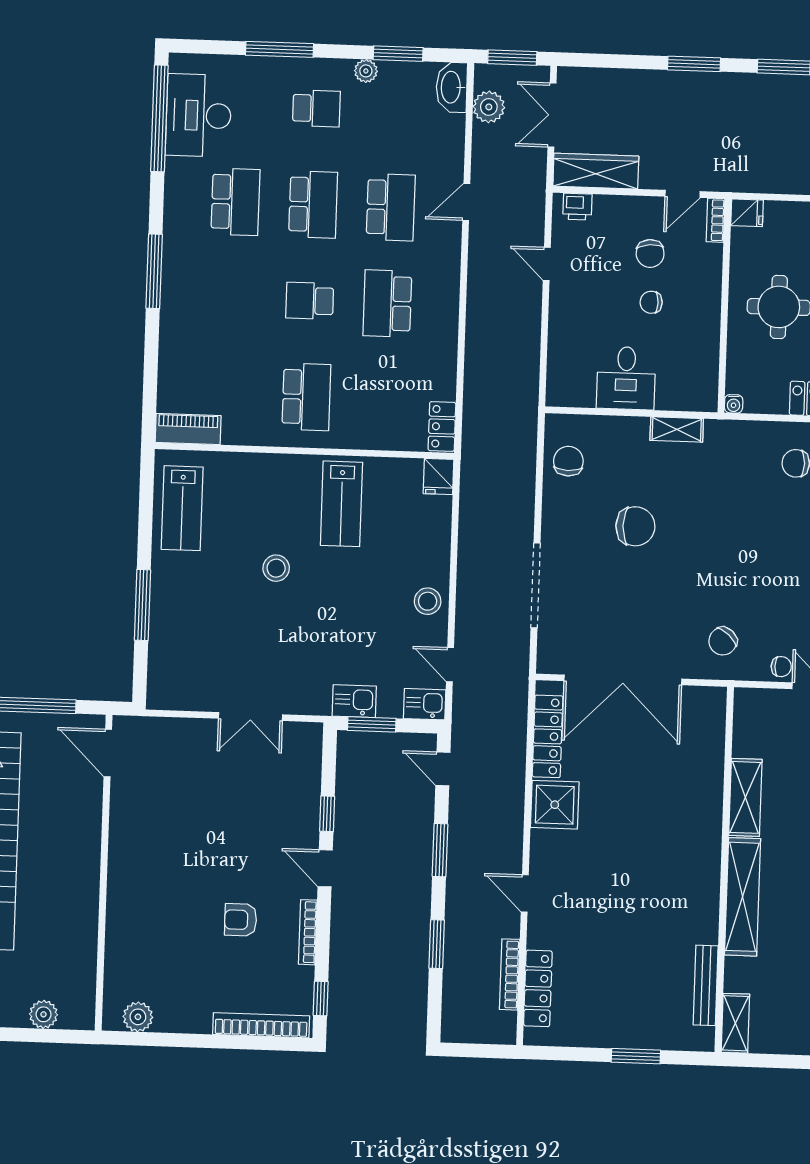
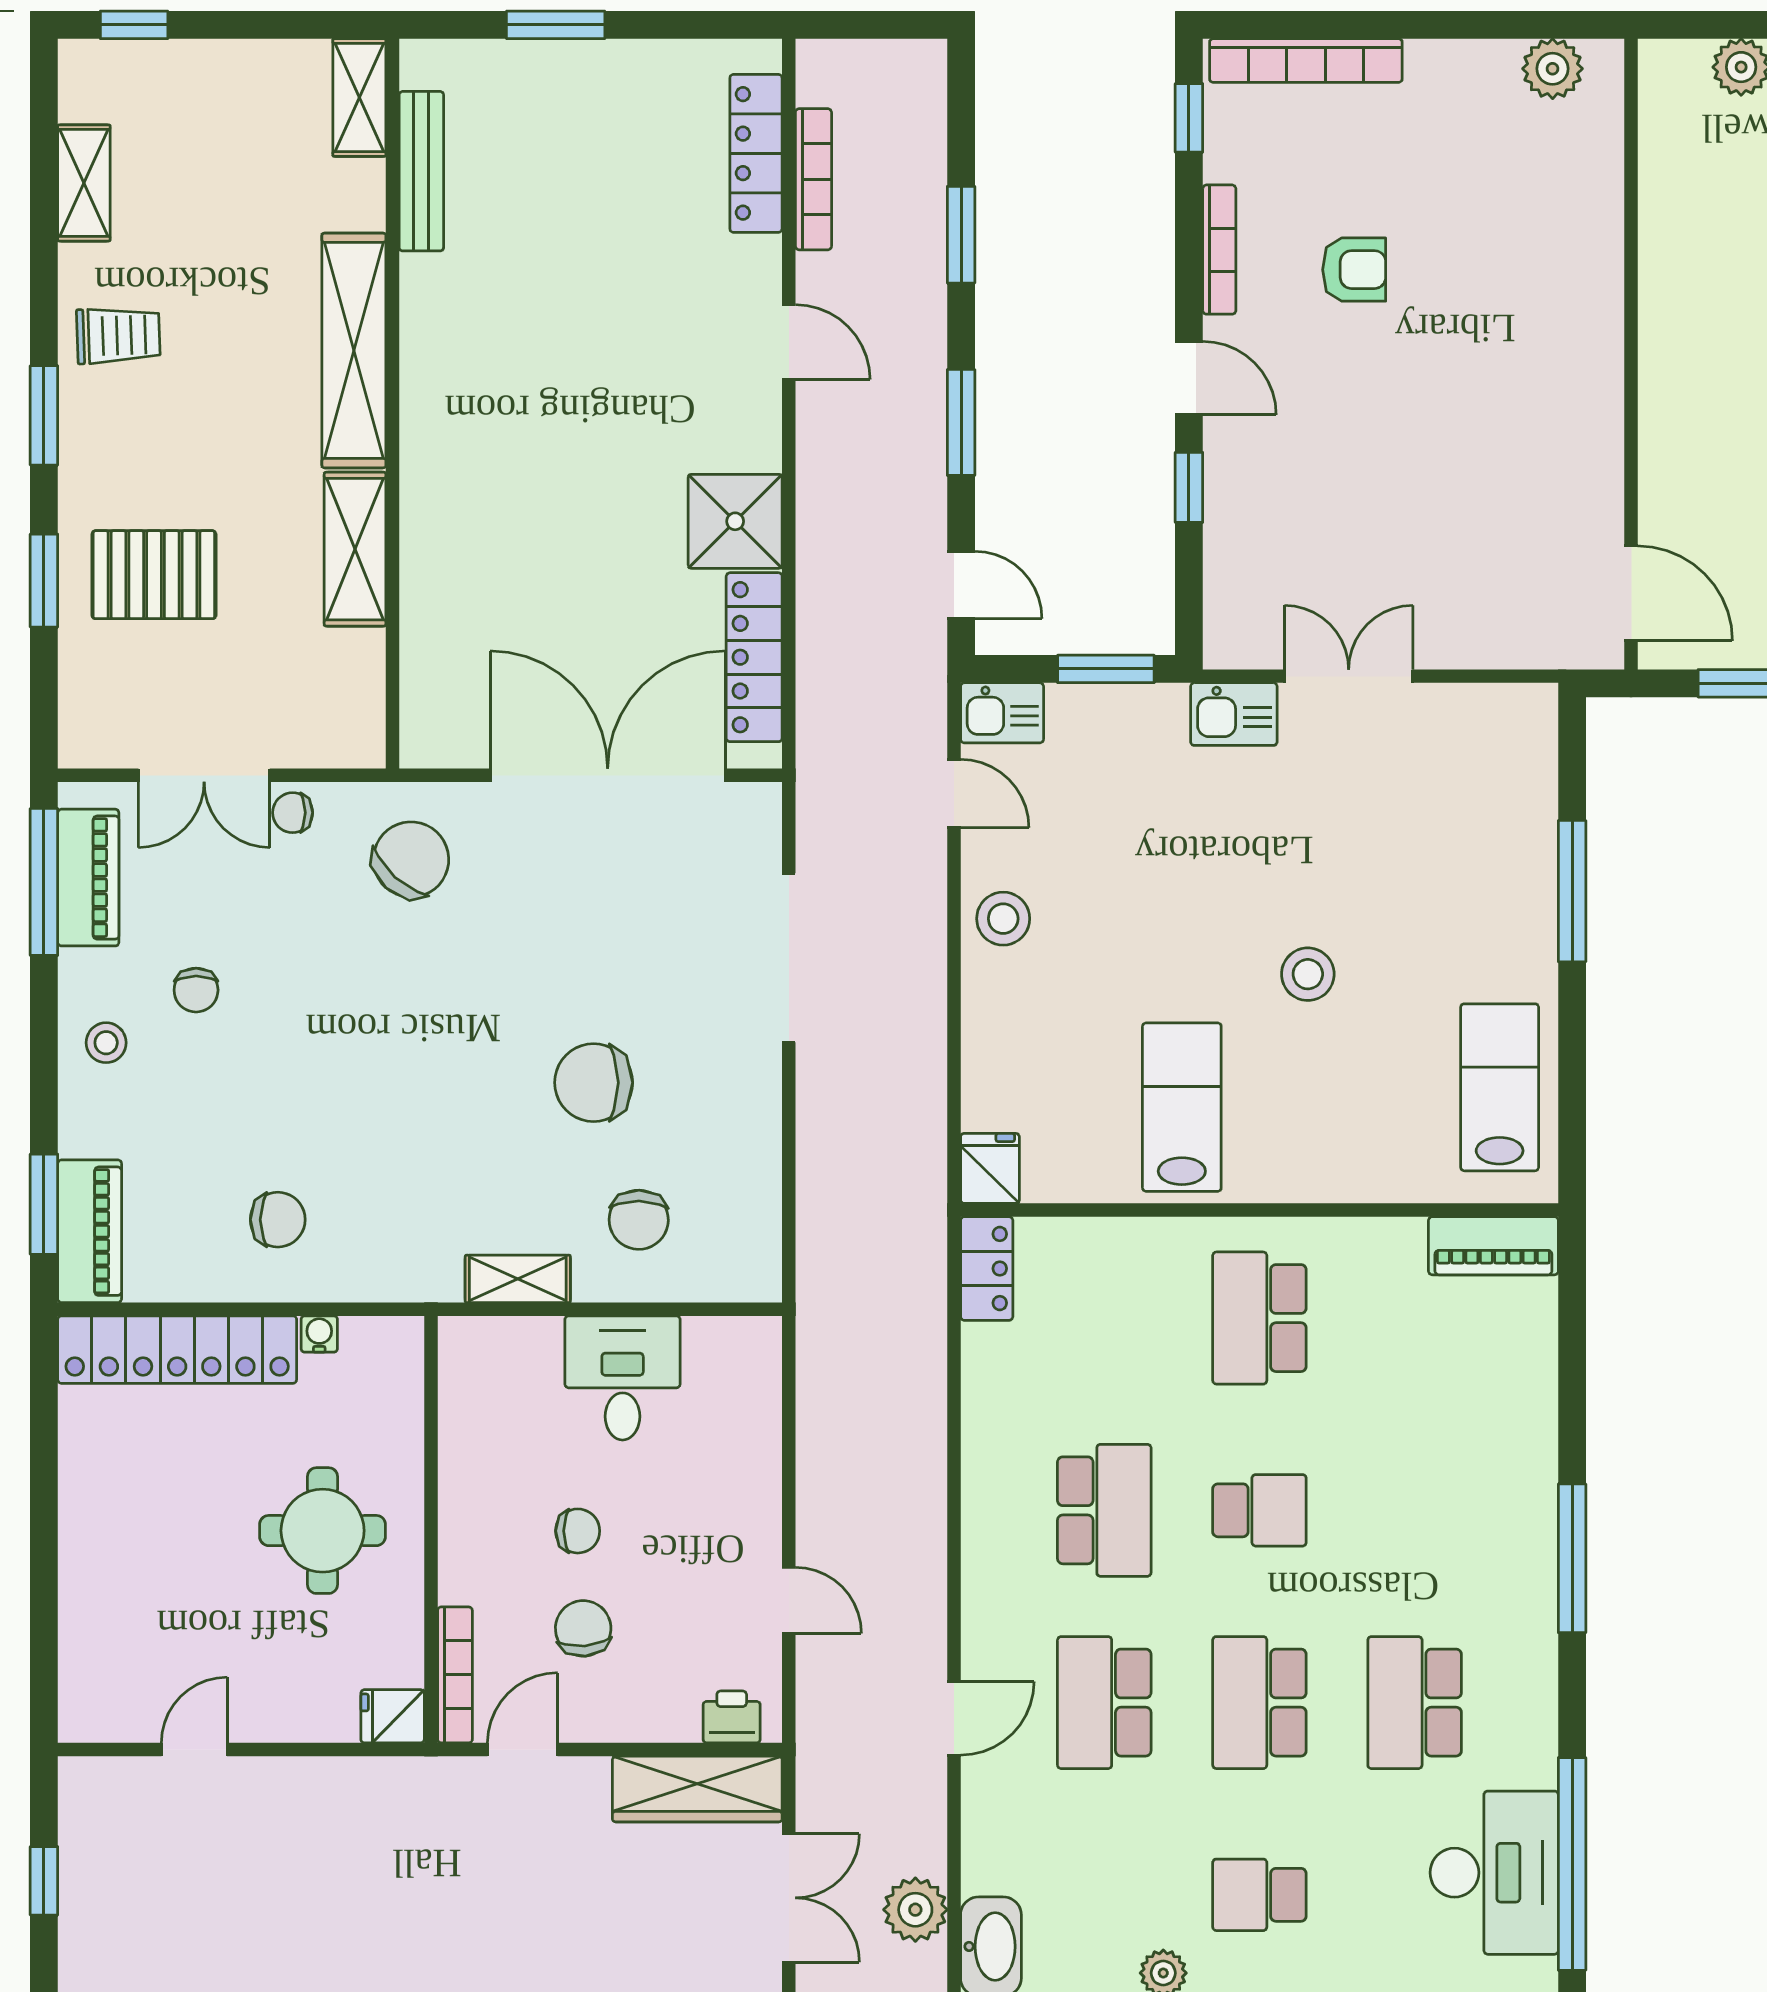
bookcase: (715, 220) -> (455, 1675), width x1.56
water cooler: (734, 404) -> (319, 1334), moved
chair: (568, 461) -> (639, 1220), moved
chair: (723, 641) -> (411, 860), width x1.37, depth x1.37
kitchen sink: (354, 701) -> (1234, 714), moved

